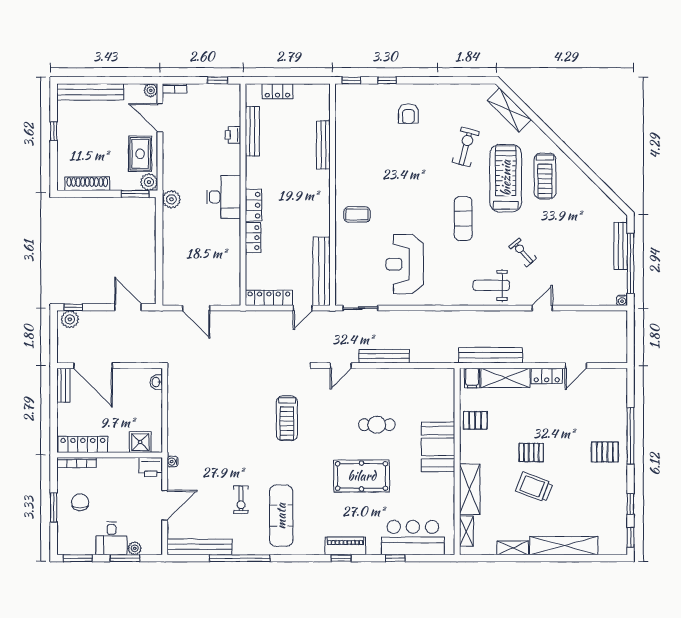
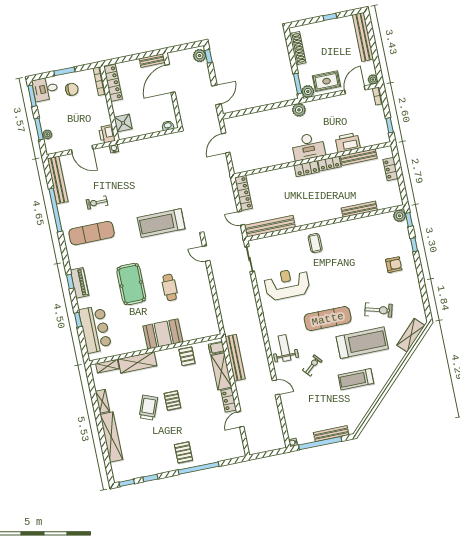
plant: (343, 92) -> (399, 216), added
armchair: (408, 114) -> (394, 265), turned 180
printer: (233, 135) -> (348, 142), width x1.87, depth x1.48
treadmill: (545, 176) -> (356, 379), moved
exercise mat: (463, 219) -> (328, 319), width x1.36, depth x1.45
locker: (253, 238) -> (329, 164), moved
bench: (384, 356) -> (219, 283), removed
door: (576, 366) -> (240, 419), hinge flipped
treadmill: (287, 418) -> (161, 223), width x1.37, depth x1.38
desk: (111, 538) -> (45, 89), moved

